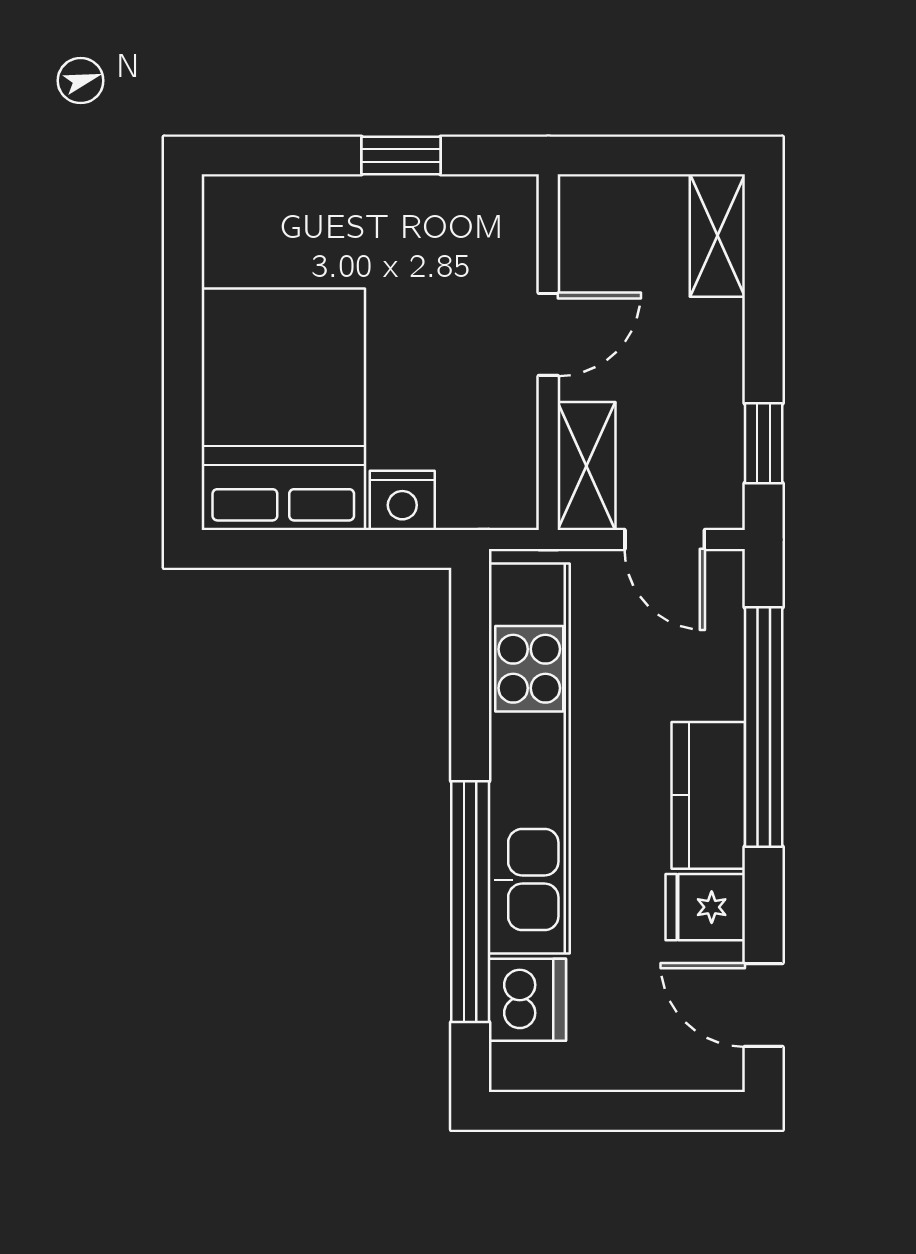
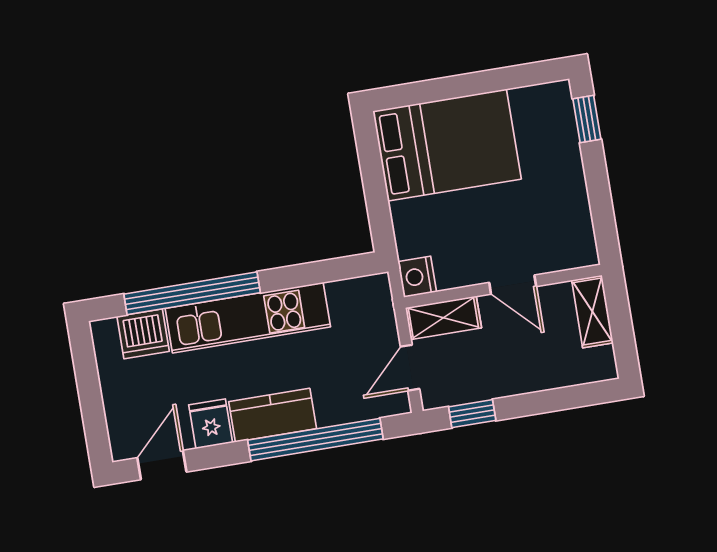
window: (401, 155) -> (587, 119), moved
shelving: (717, 236) -> (592, 312), moved, turned 90
nightstand: (402, 500) -> (417, 277), moved
kitchen unit: (529, 758) -> (248, 318), width x0.73

